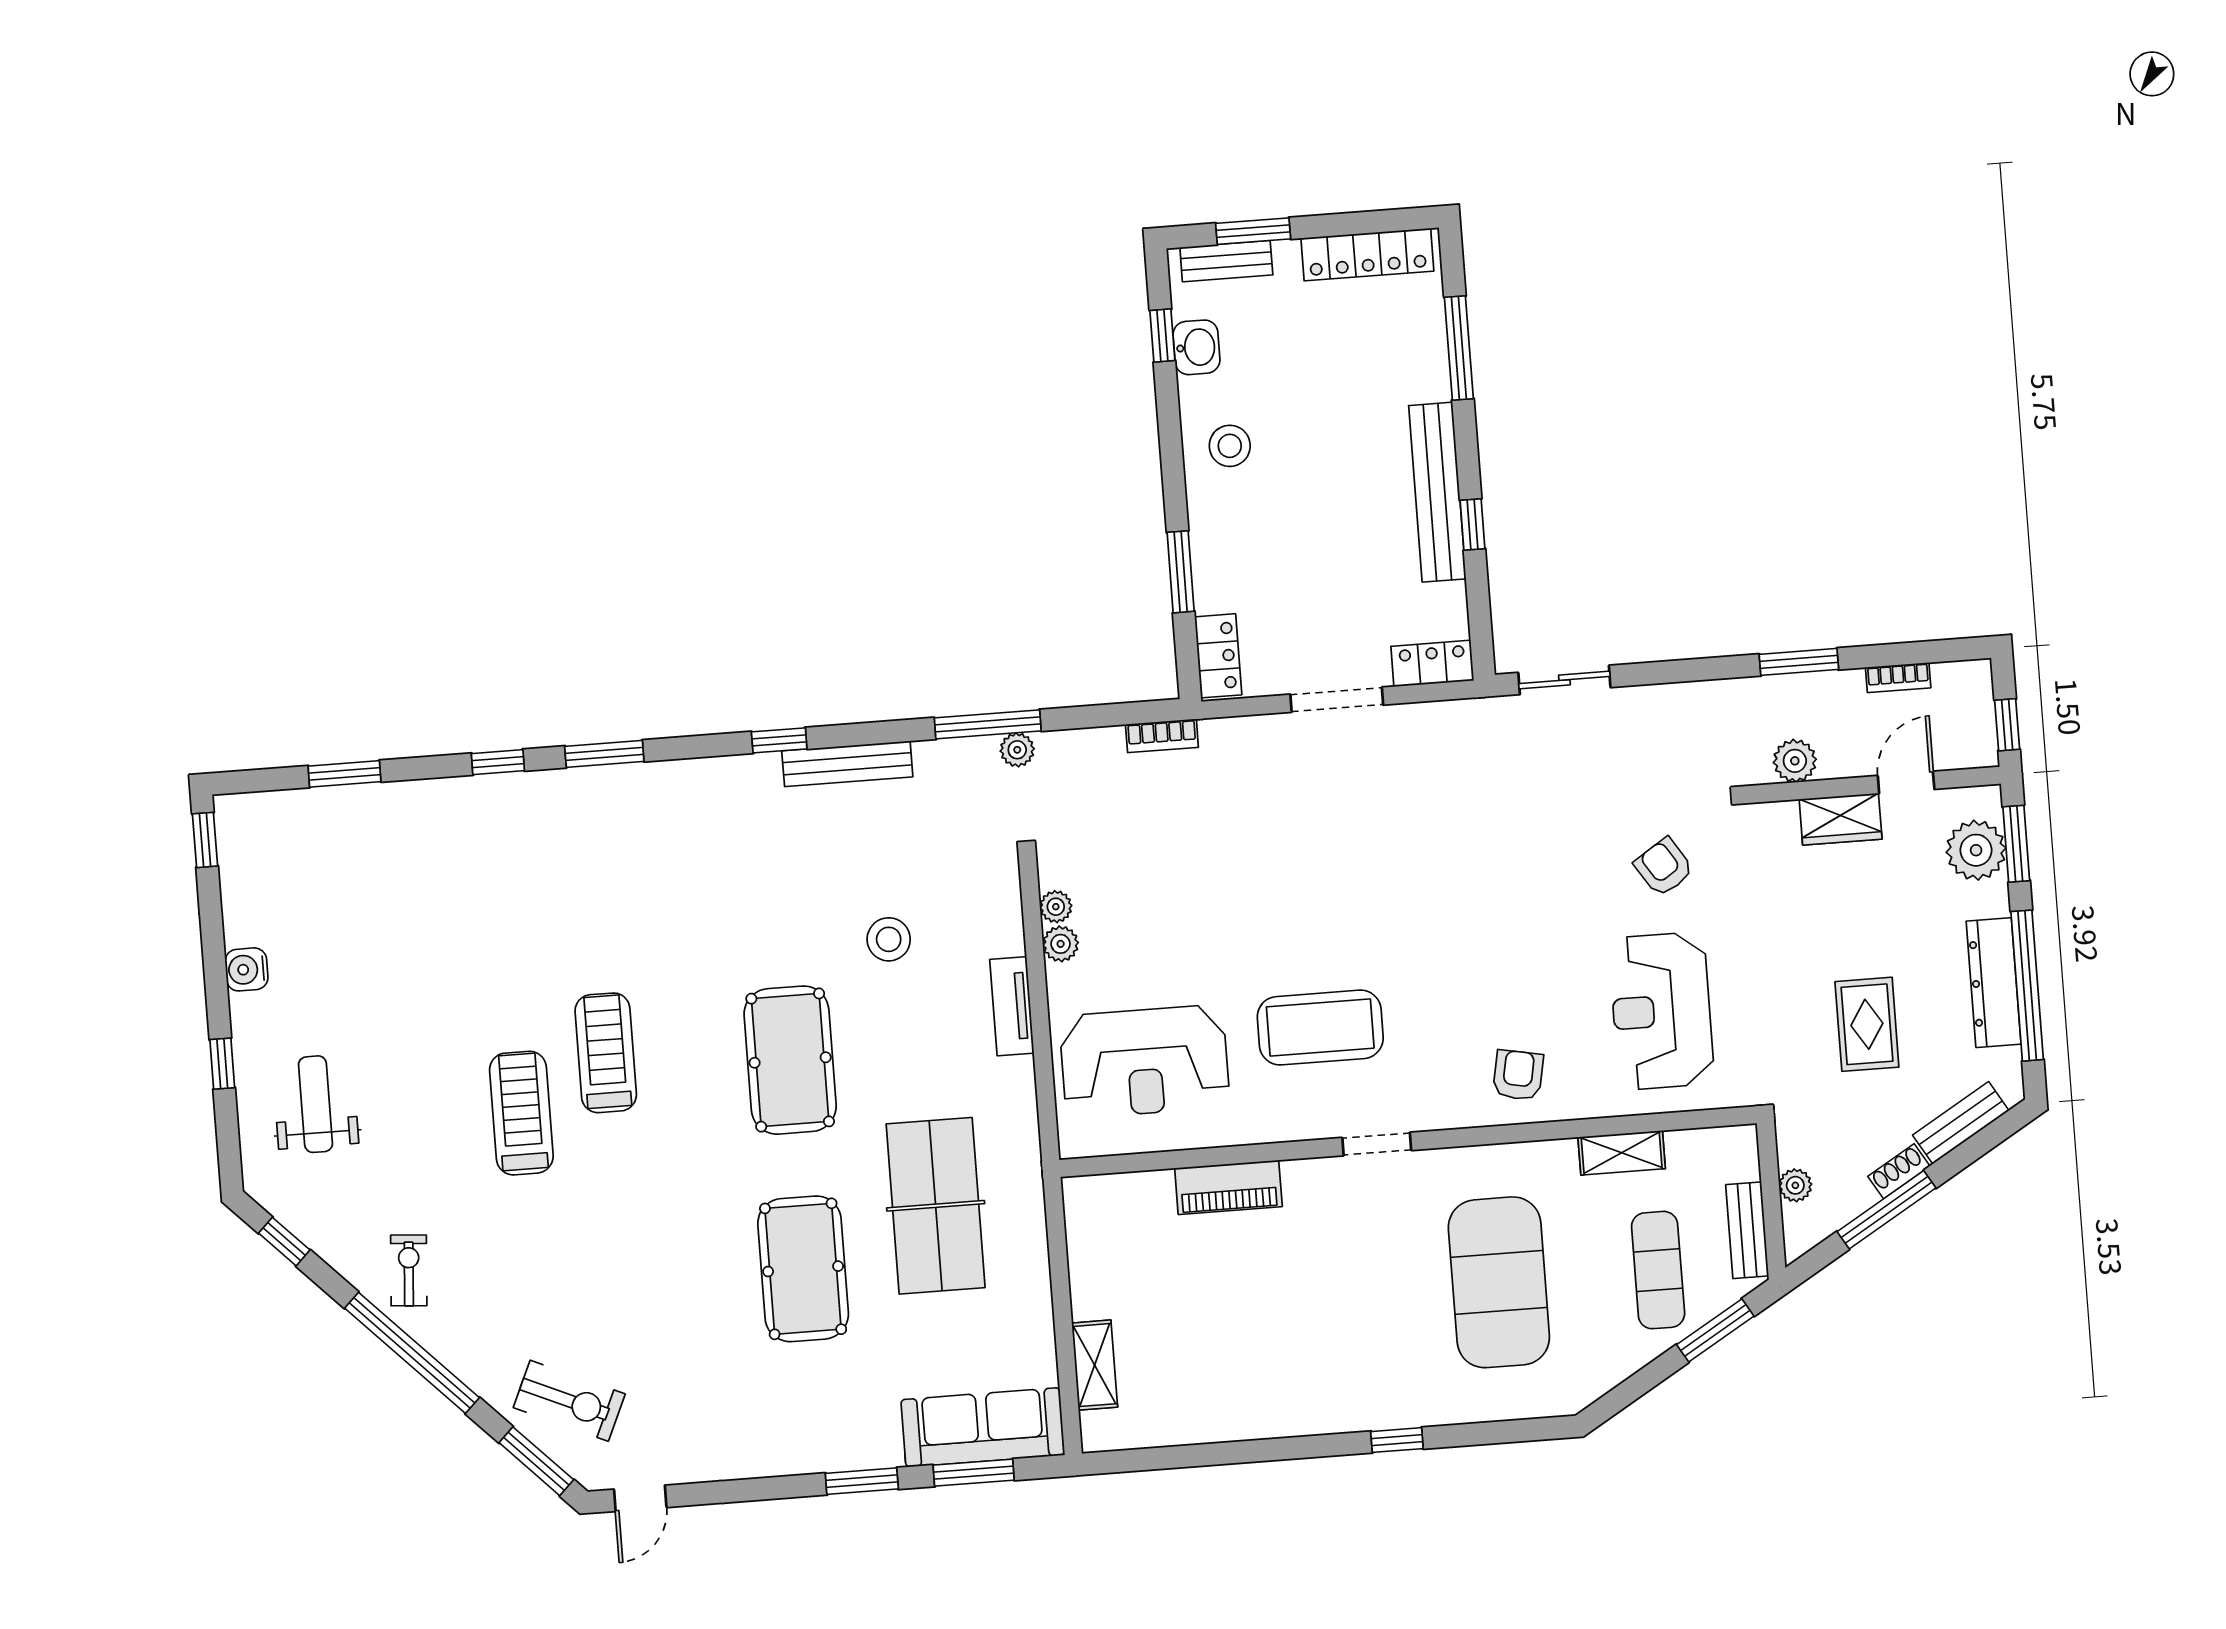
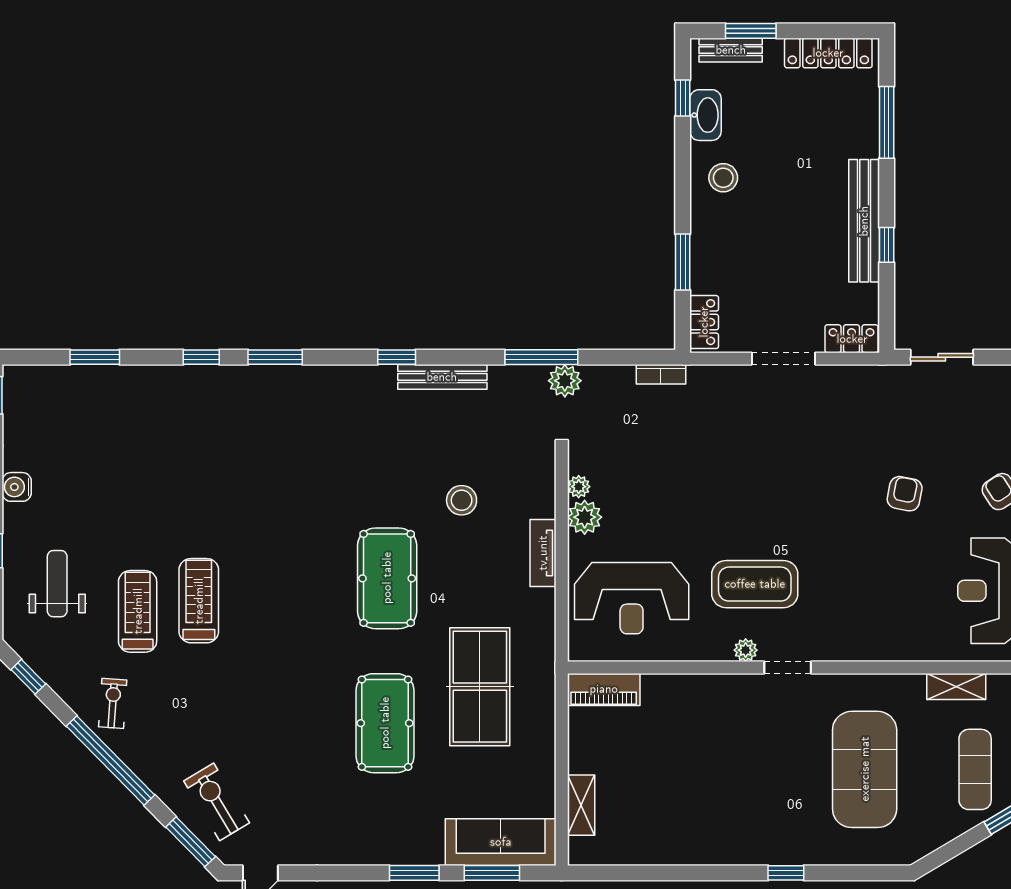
washbasin: (1196, 347) -> (705, 115), width x1.38
plant: (1017, 750) -> (565, 381), width x1.38, depth x1.38
plant: (1061, 944) -> (585, 517), width x1.38, depth x1.38
treadmill: (606, 1053) -> (138, 611), moved
armchair: (1518, 1075) -> (905, 494), moved
plant: (1314, 1124) -> (746, 650), added
piano: (1228, 1187) -> (604, 689), moved
exercise bike: (569, 1401) -> (217, 802), turned -145

